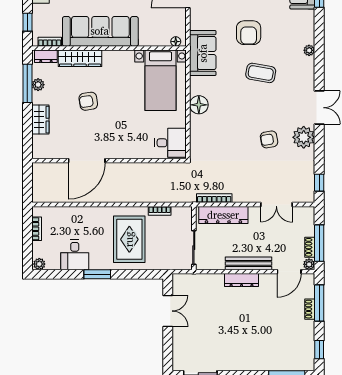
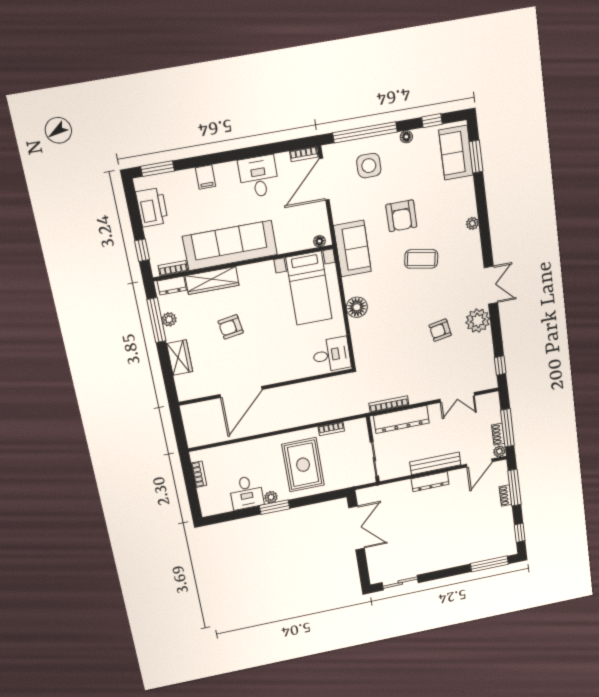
plant: (39, 264) -> (271, 497), moved
double door: (168, 311) -> (357, 528), width x1.37

